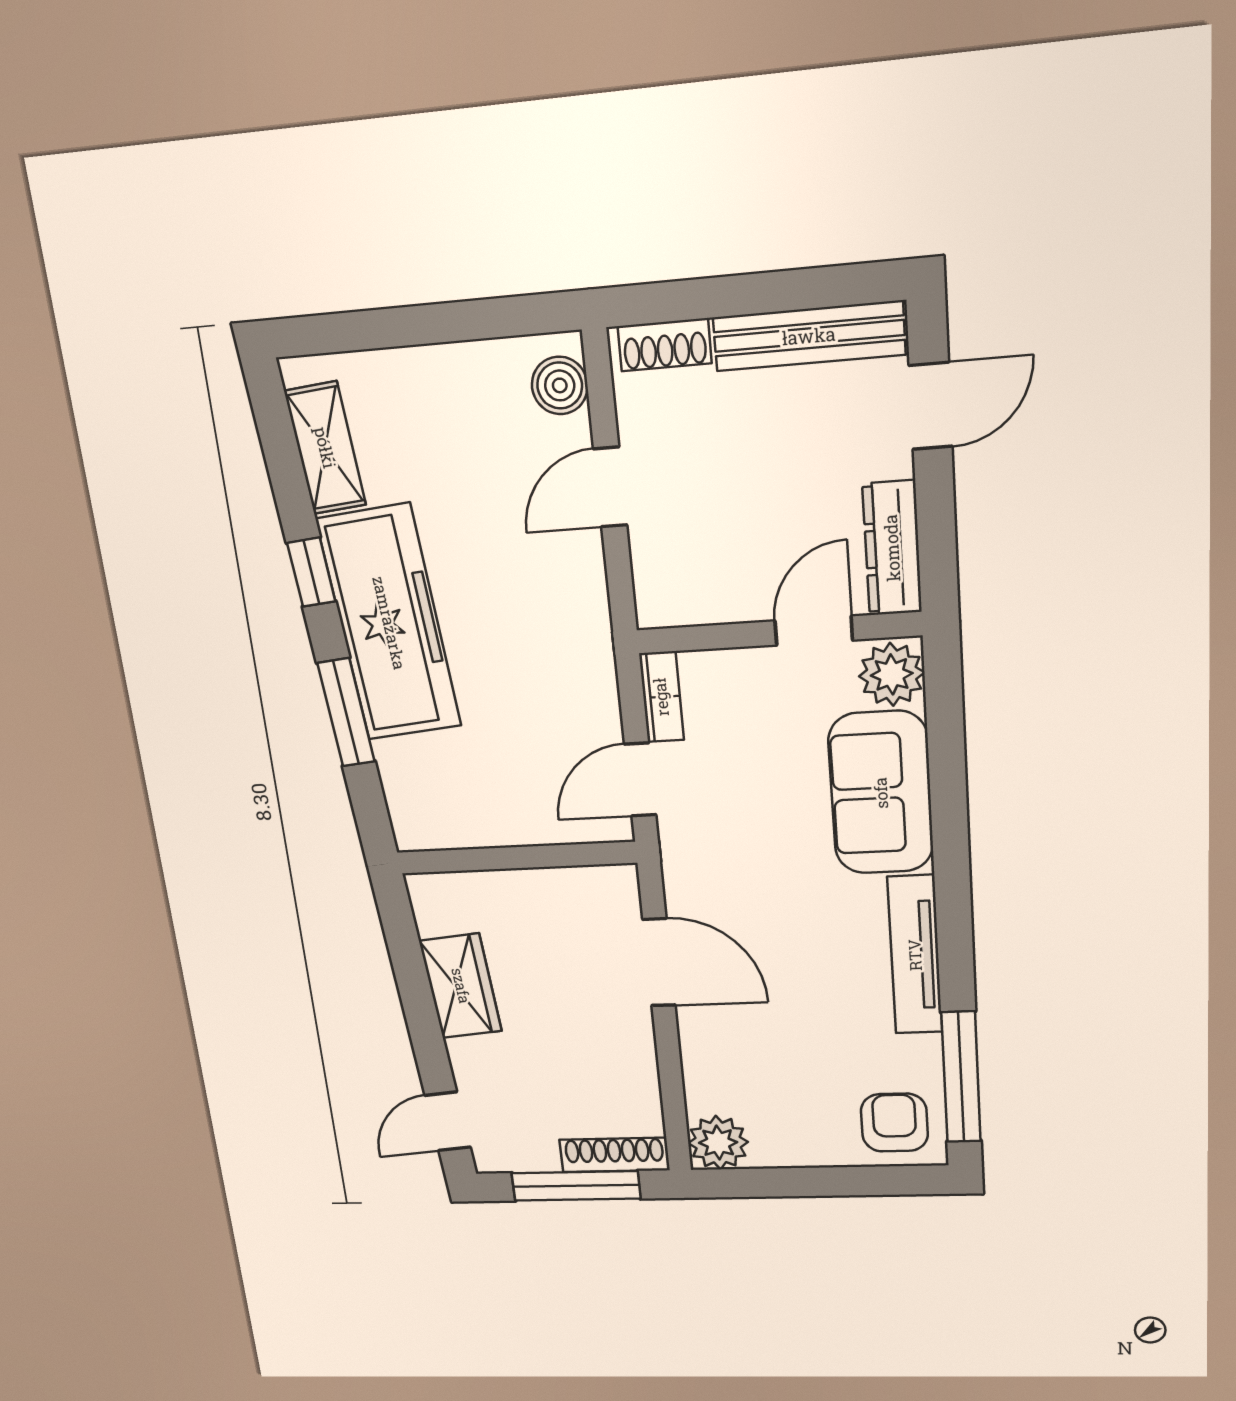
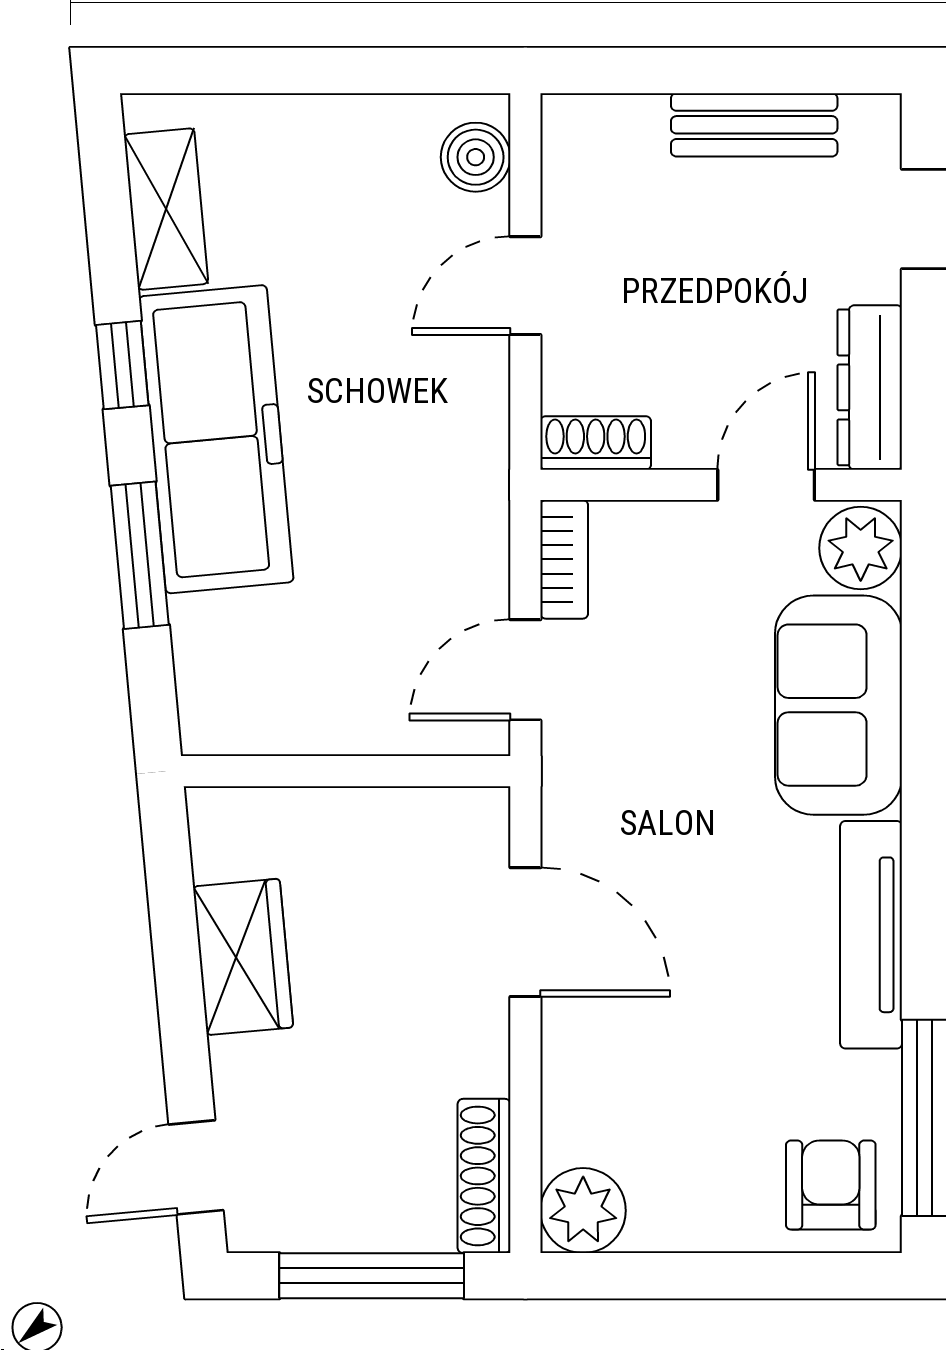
bench: (809, 336) -> (754, 125), width x0.73
shoe rack: (665, 345) -> (596, 443), moved, turned 180
shoe rack: (614, 1155) -> (484, 1176), moved, turned -90

